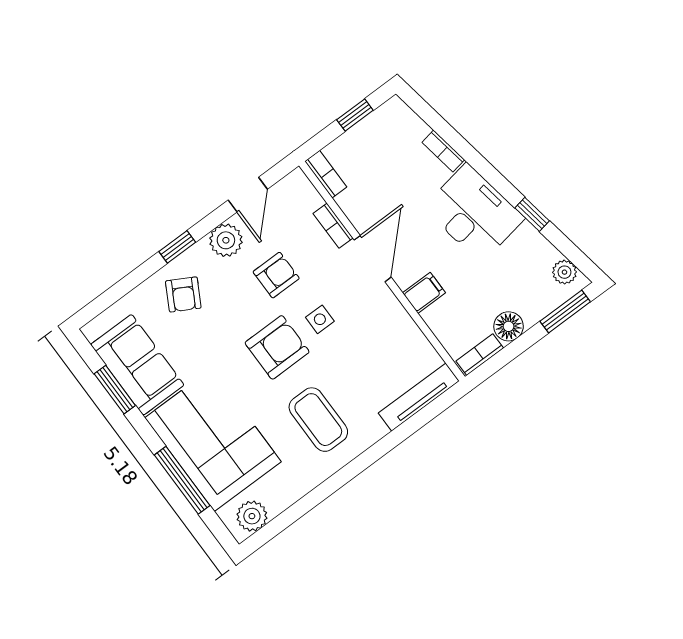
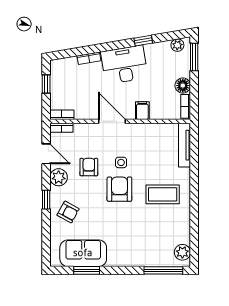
bookcase: (333, 226) -> (61, 128), moved
corner sofa: (213, 440) -> (138, 245), removed
window: (182, 480) -> (163, 270), moved

